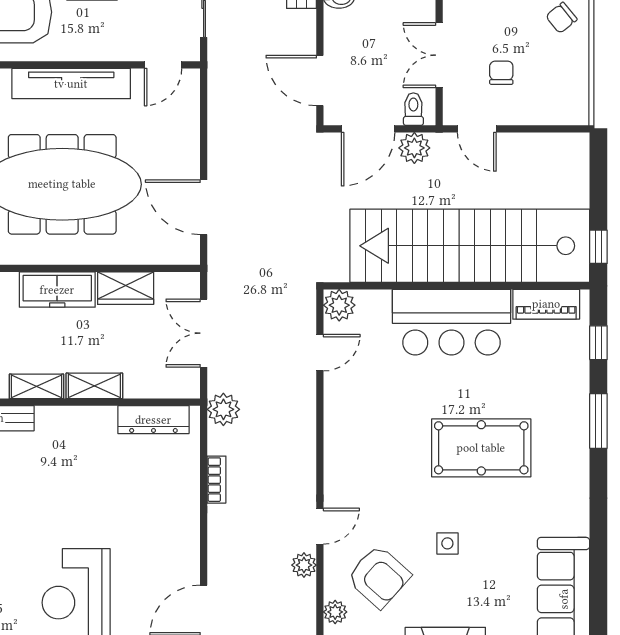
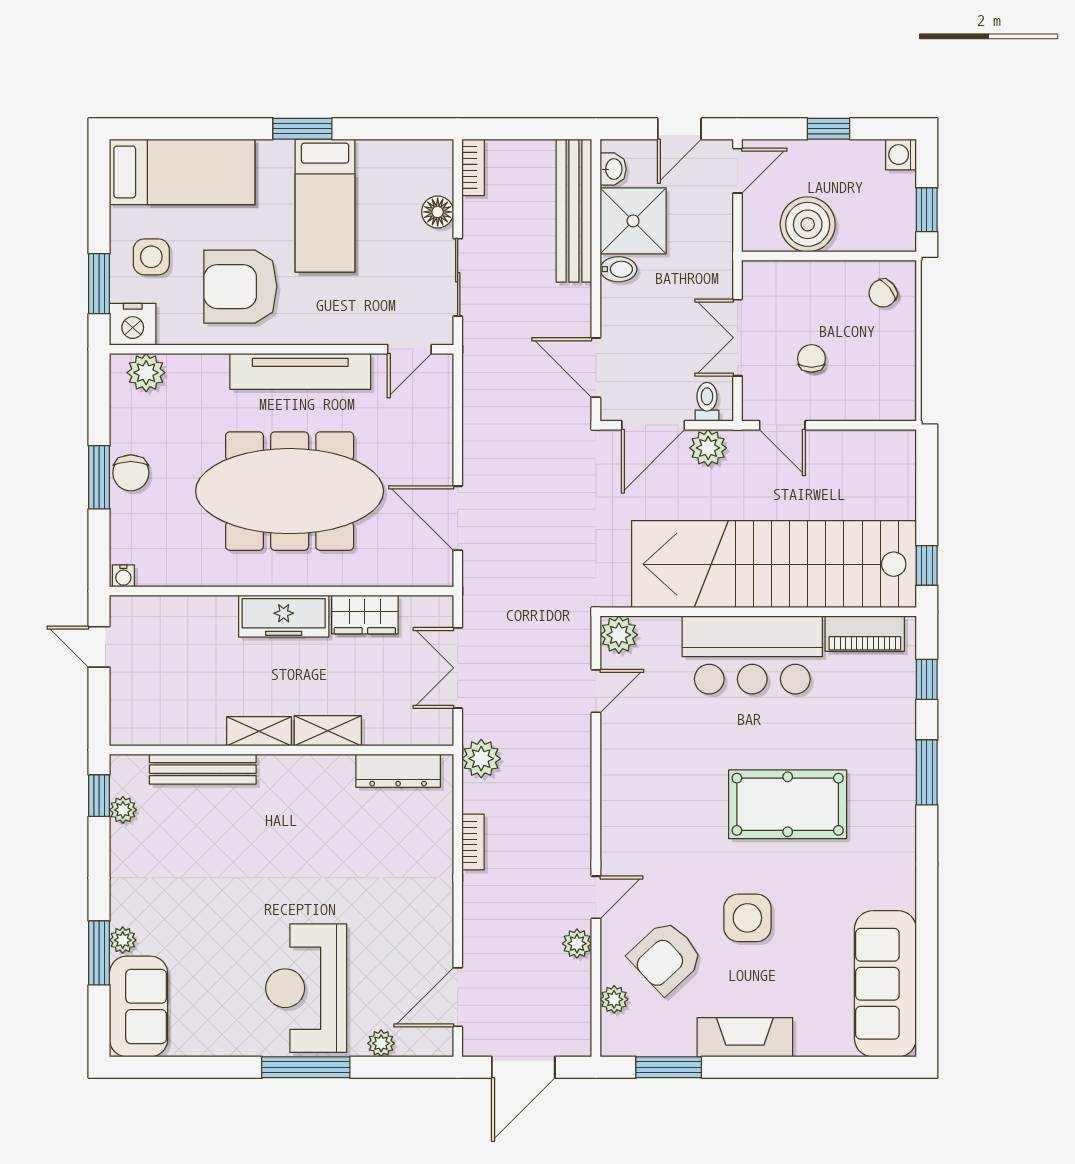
side table: (447, 543) -> (747, 918), width x1.87, depth x1.87
armchair: (379, 577) -> (666, 957), turned 95

